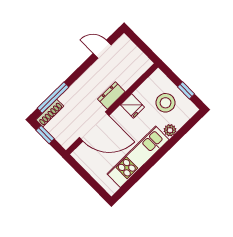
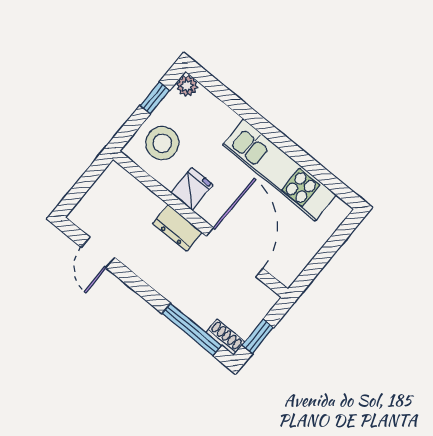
stool: (166, 103) -> (162, 143), moved
shoe rack: (50, 113) -> (225, 337), width x0.70
plant: (170, 130) -> (187, 86), moved

